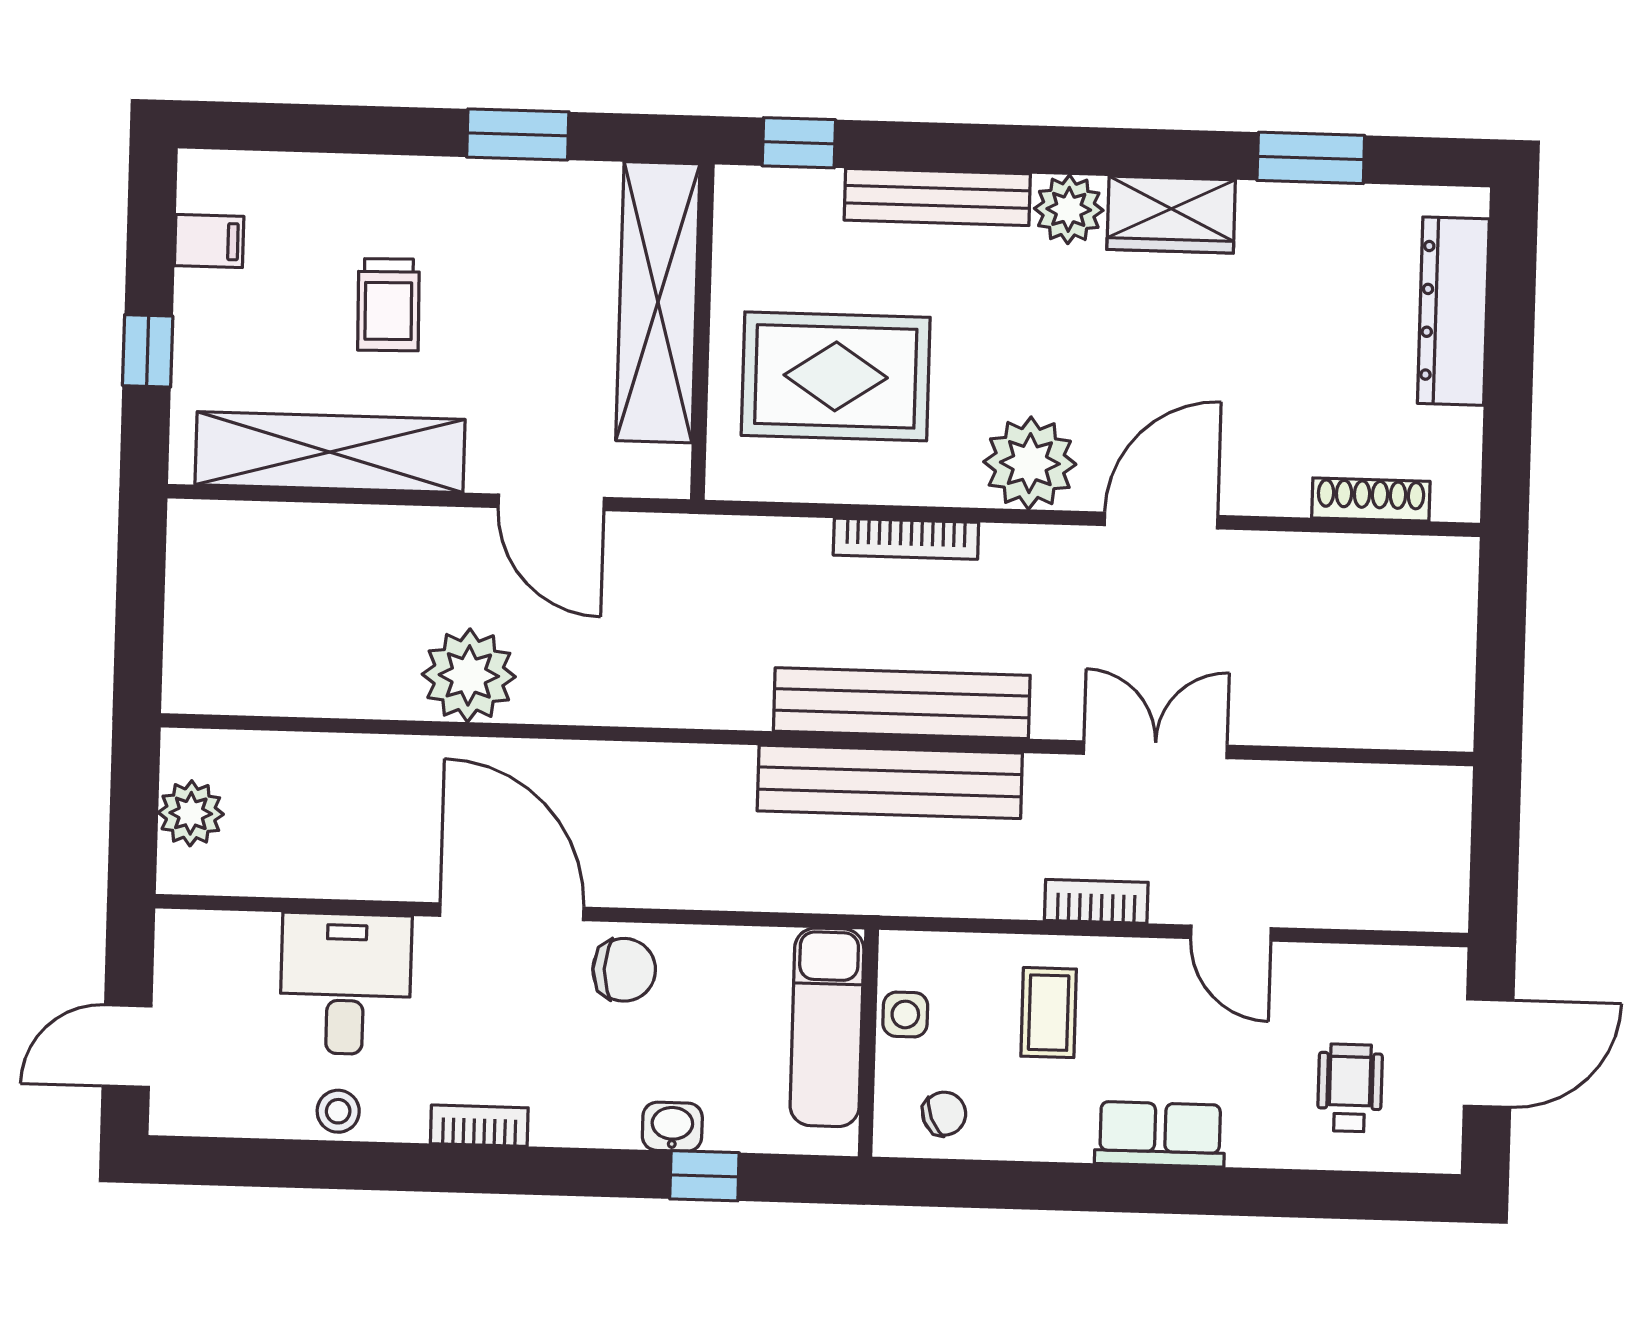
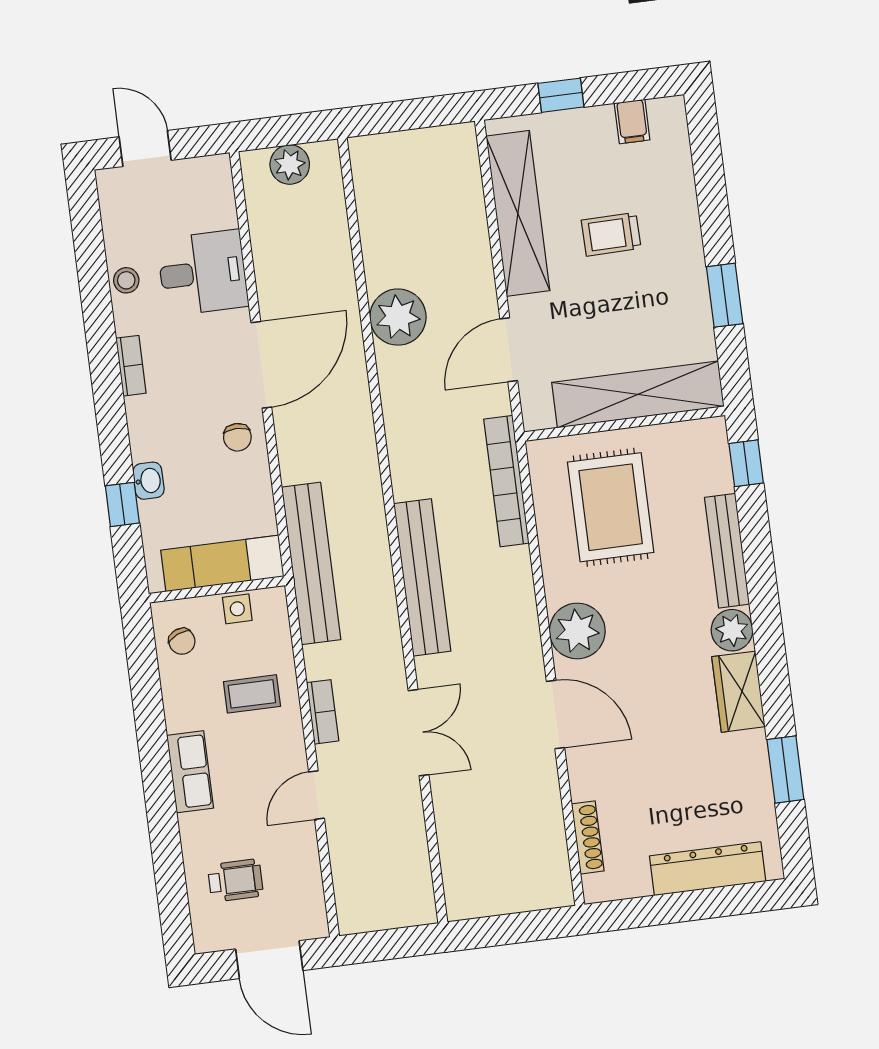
bookcase: (906, 539) -> (506, 481), moved, width x1.48, depth x1.31
bench: (890, 782) -> (311, 563), moved
chair: (624, 970) -> (237, 437), width x0.73, depth x0.73

